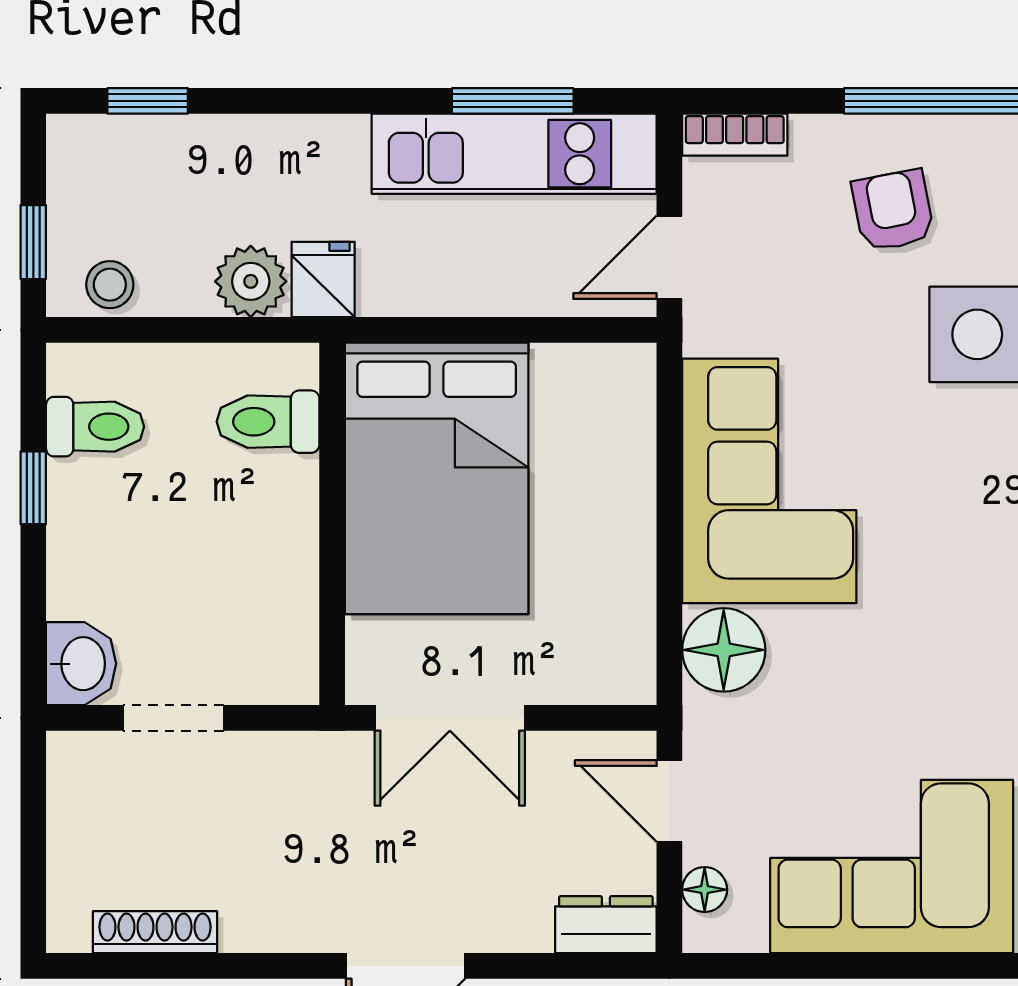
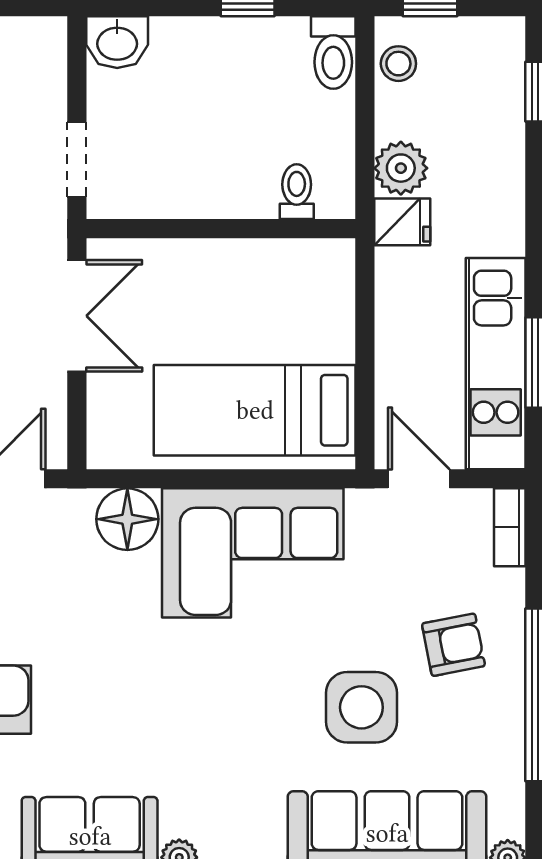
toilet: (268, 422) -> (297, 192), width x0.73, depth x0.72
toilet: (95, 427) -> (333, 53), moved
bed: (437, 478) -> (255, 410), moved, width x0.67
doorway: (173, 718) -> (77, 160), moved
double door: (450, 718) -> (77, 316), swing flipped

